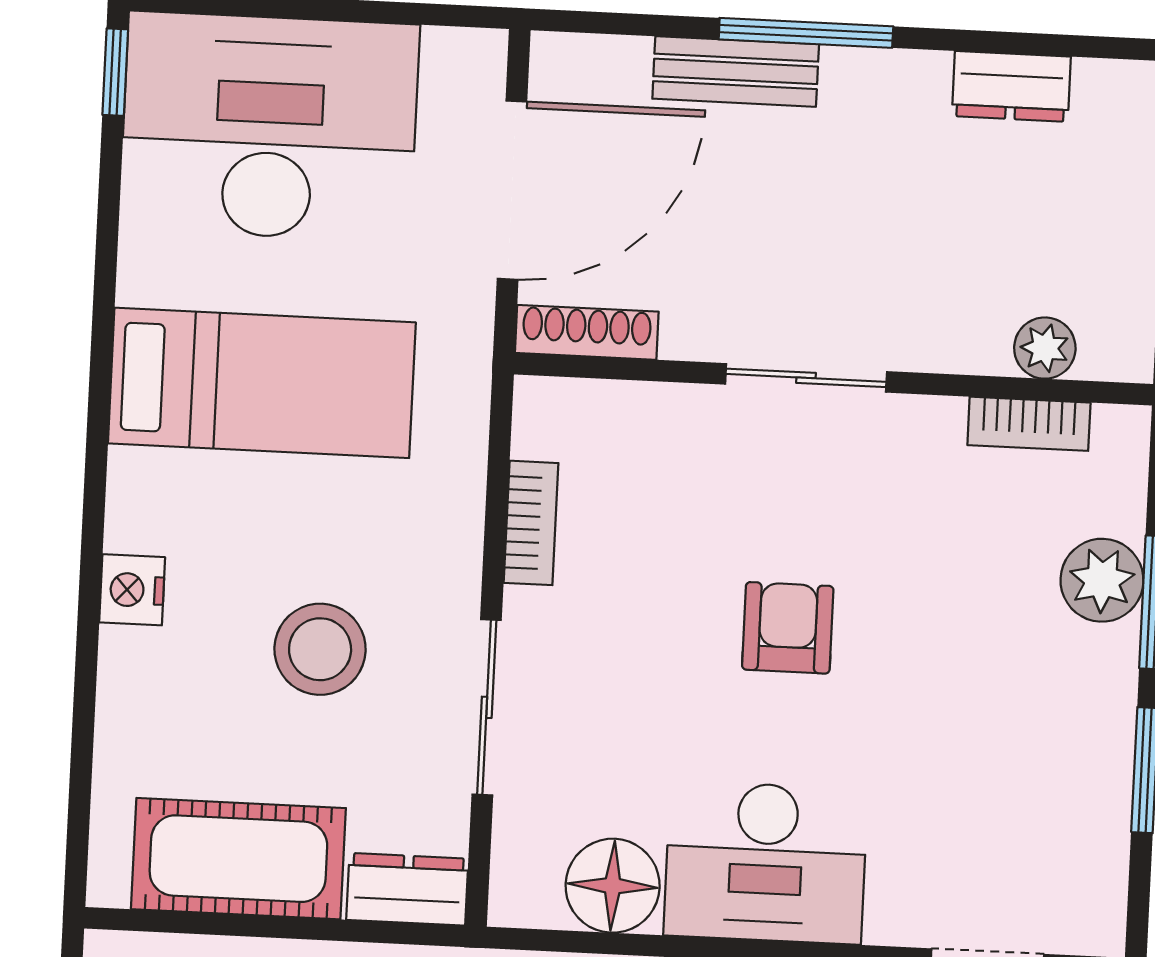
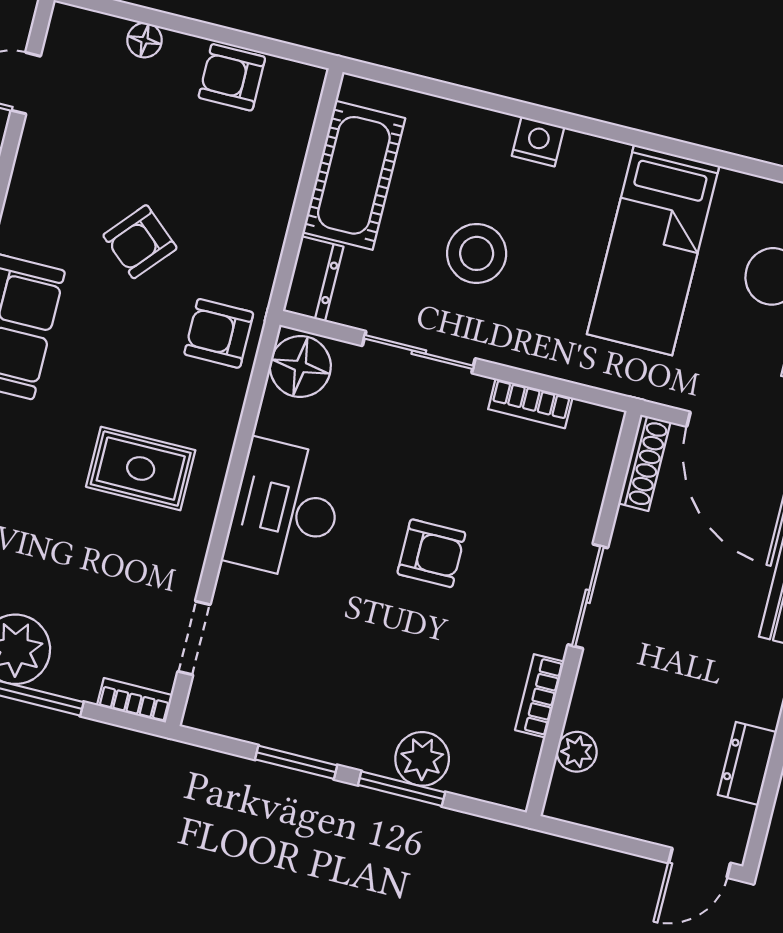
bookcase: (1029, 424) -> (540, 696), moved
floor lamp: (613, 886) -> (300, 367), moved

